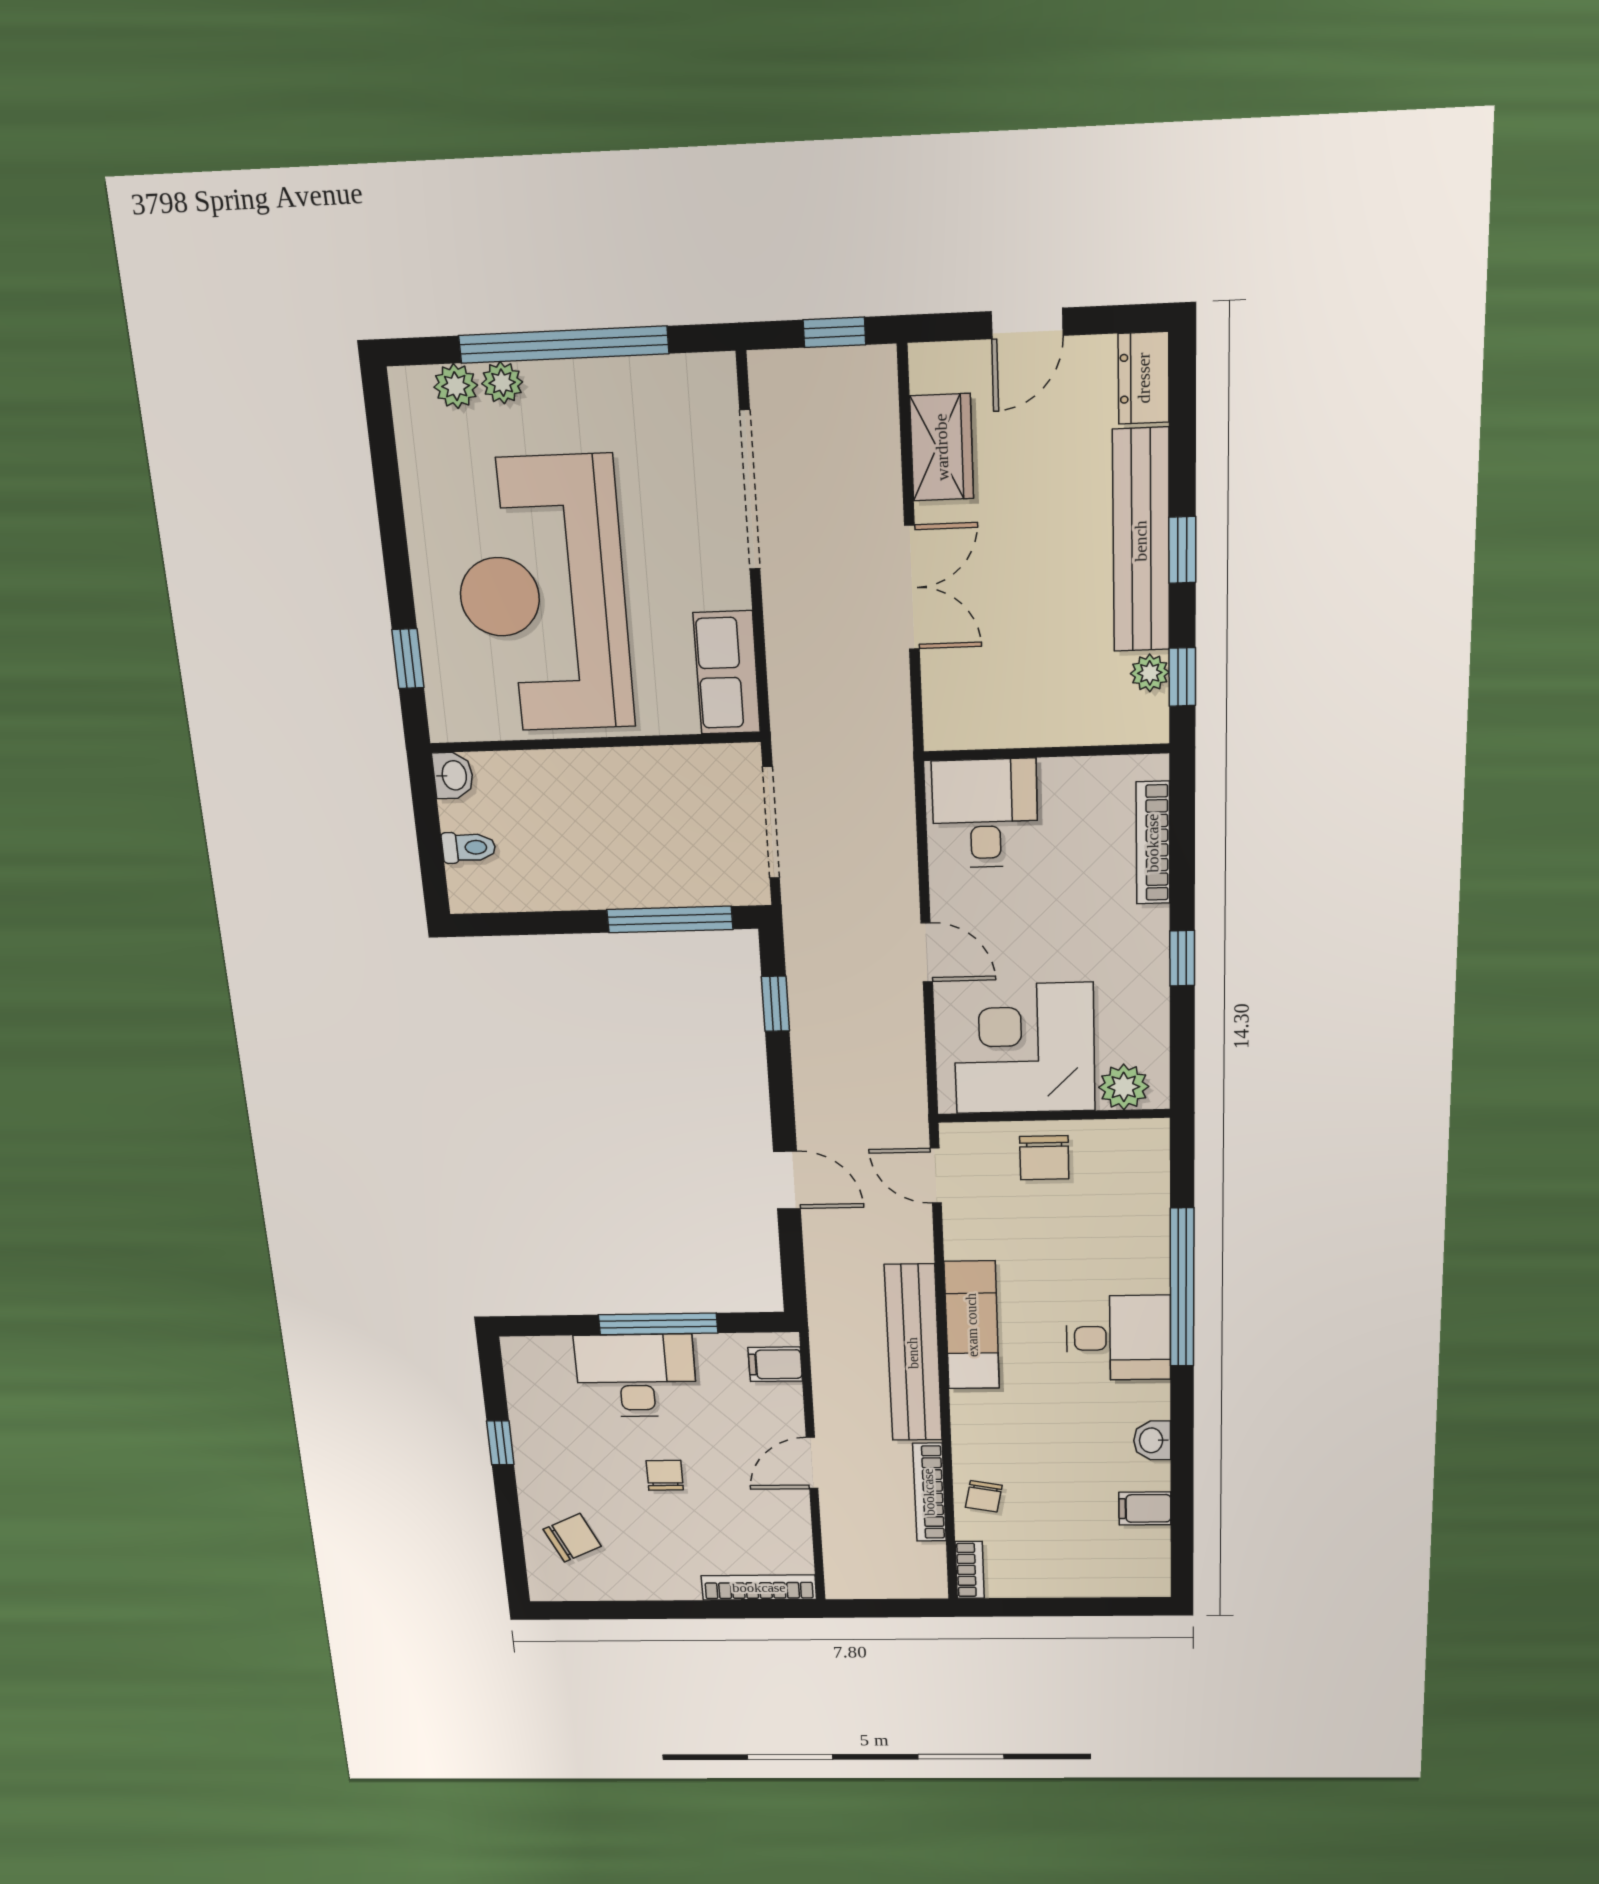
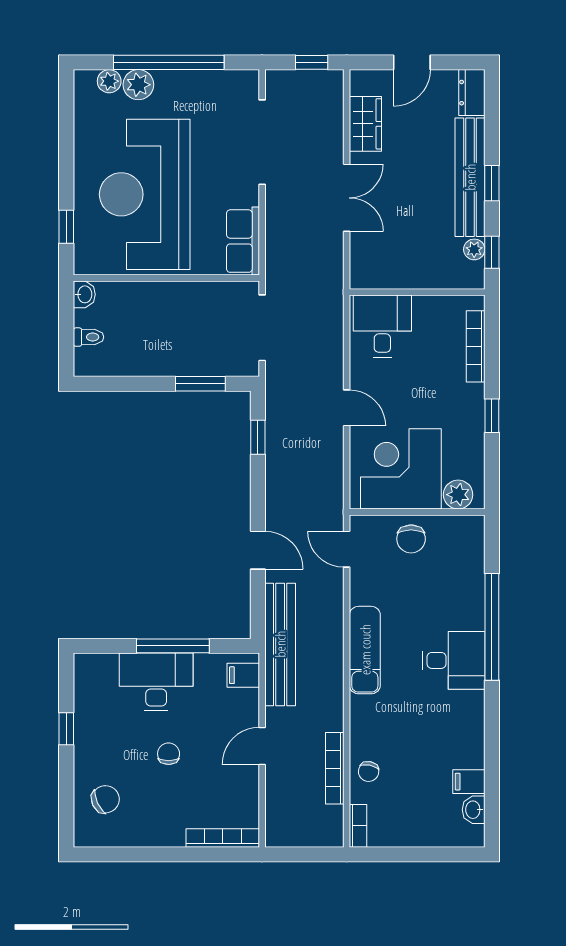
plant: (502, 383) -> (138, 85), width x1.38, depth x1.38
window: (670, 919) -> (200, 384), width x0.69
bench: (913, 1353) -> (280, 644), moved
washbasin: (1152, 1440) -> (474, 810), moved

